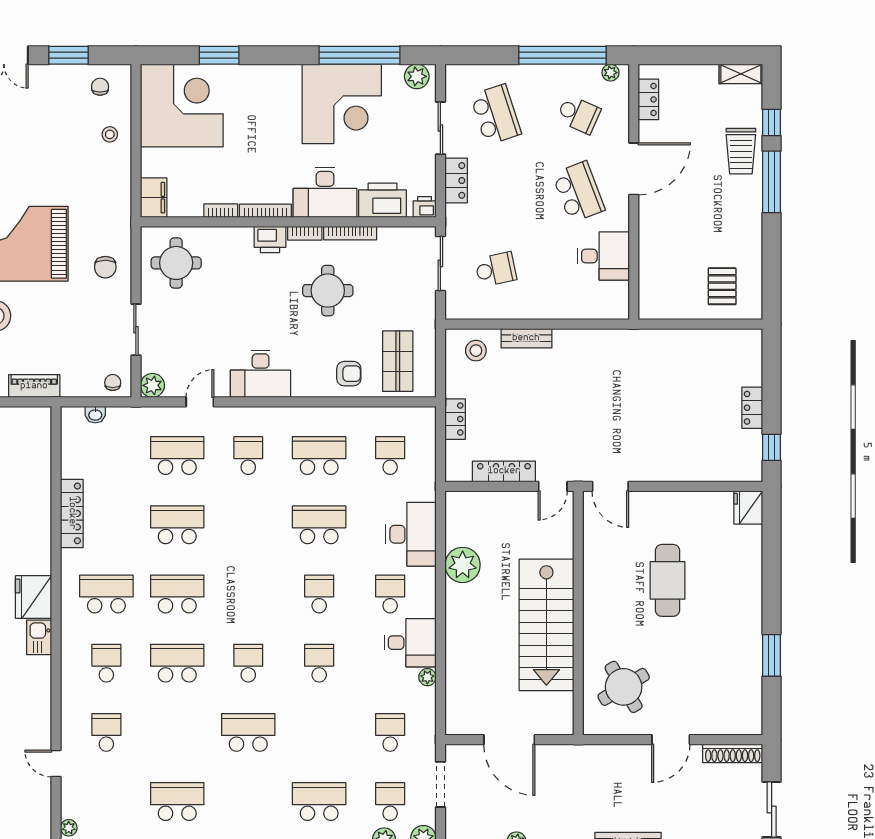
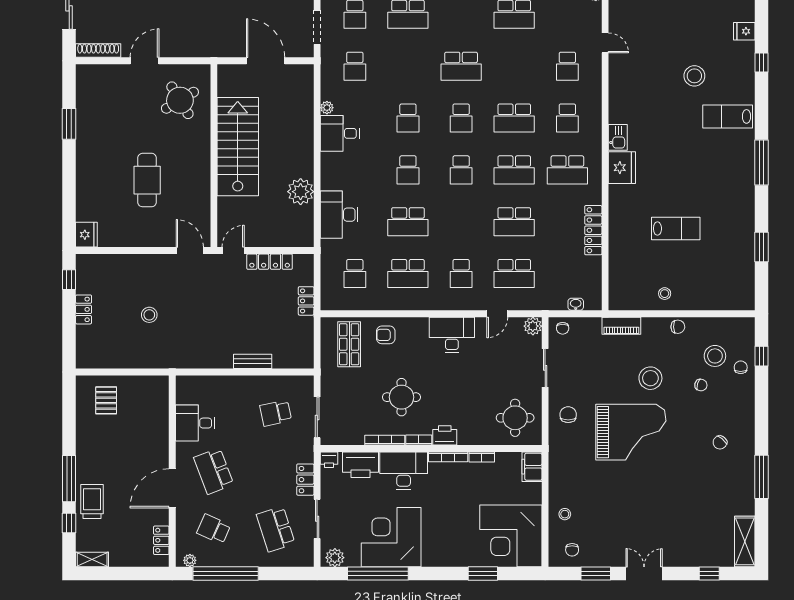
stool: (476, 351) -> (149, 315), moved
school desk: (390, 594) -> (461, 170), moved

